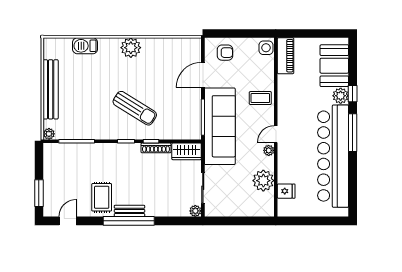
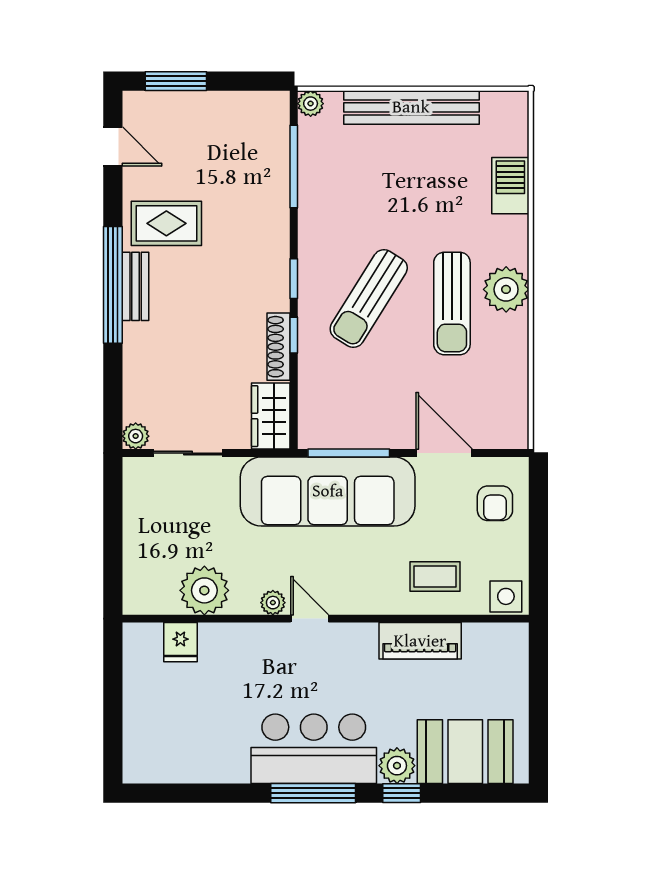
piano: (286, 56) -> (420, 641), moved
sun lounger: (137, 72) -> (452, 303), added
coffee table: (260, 98) -> (435, 577), moved, turned 90
bar counter: (333, 156) -> (314, 749), width x0.54

